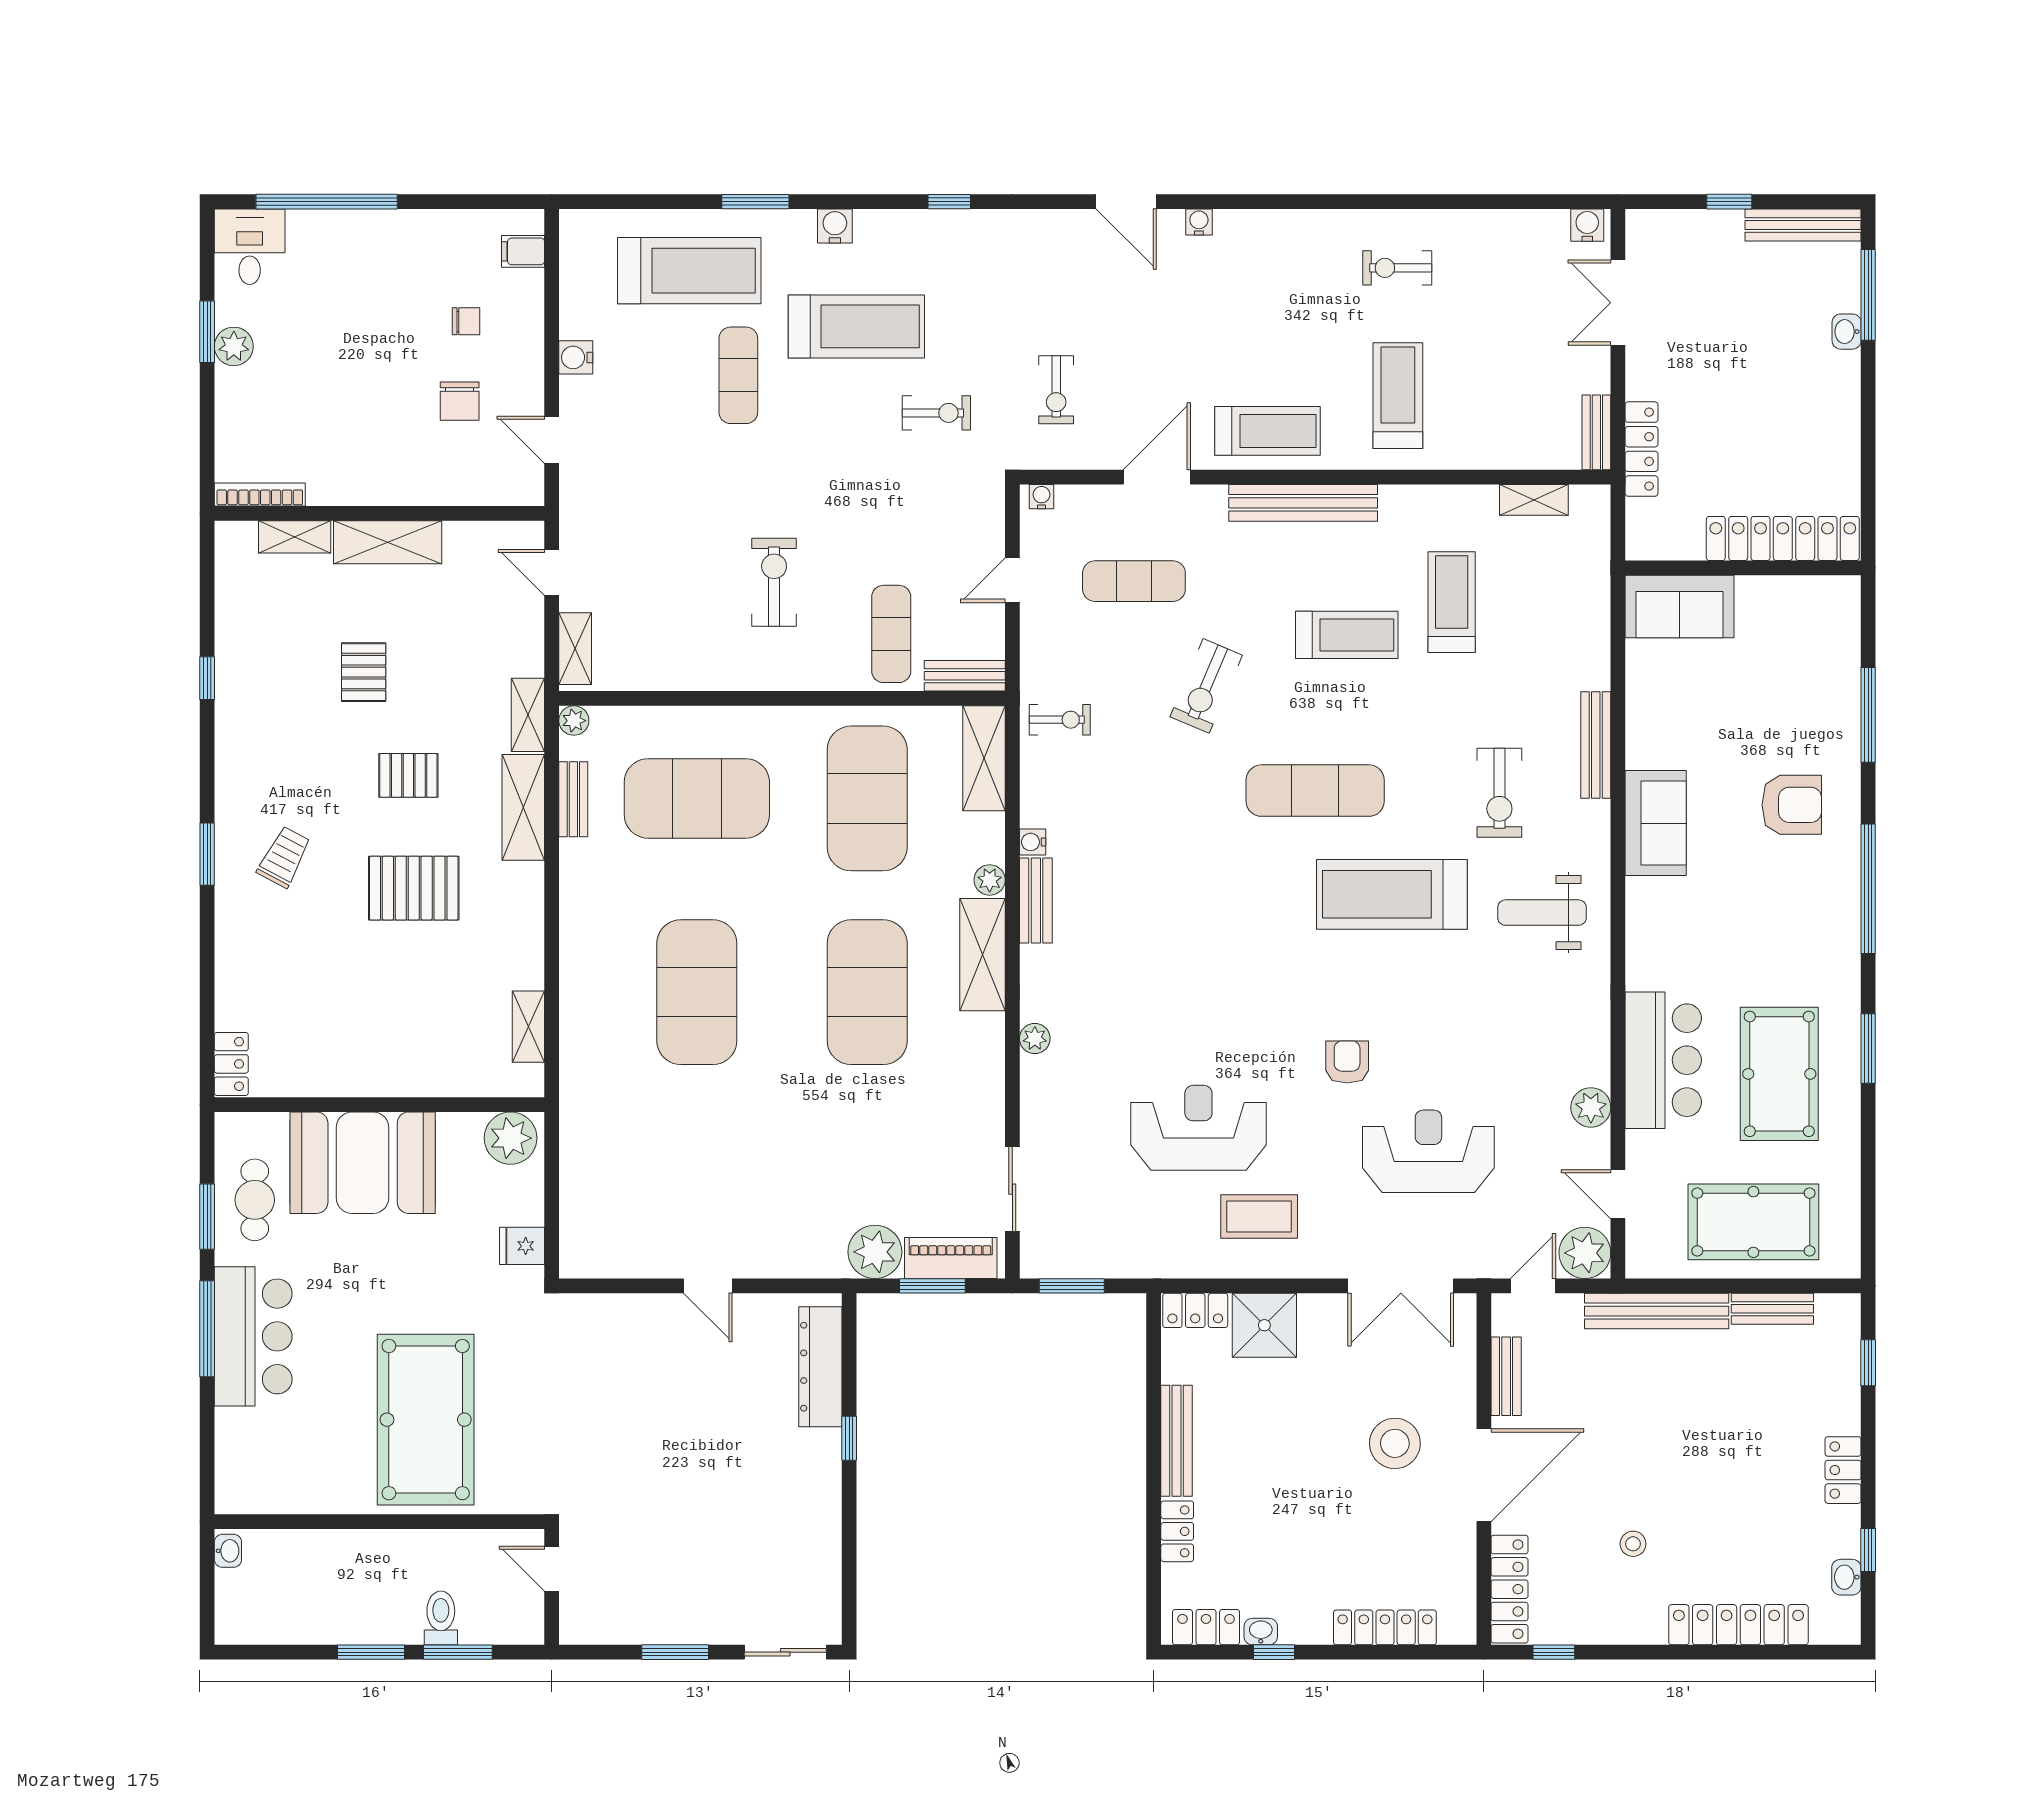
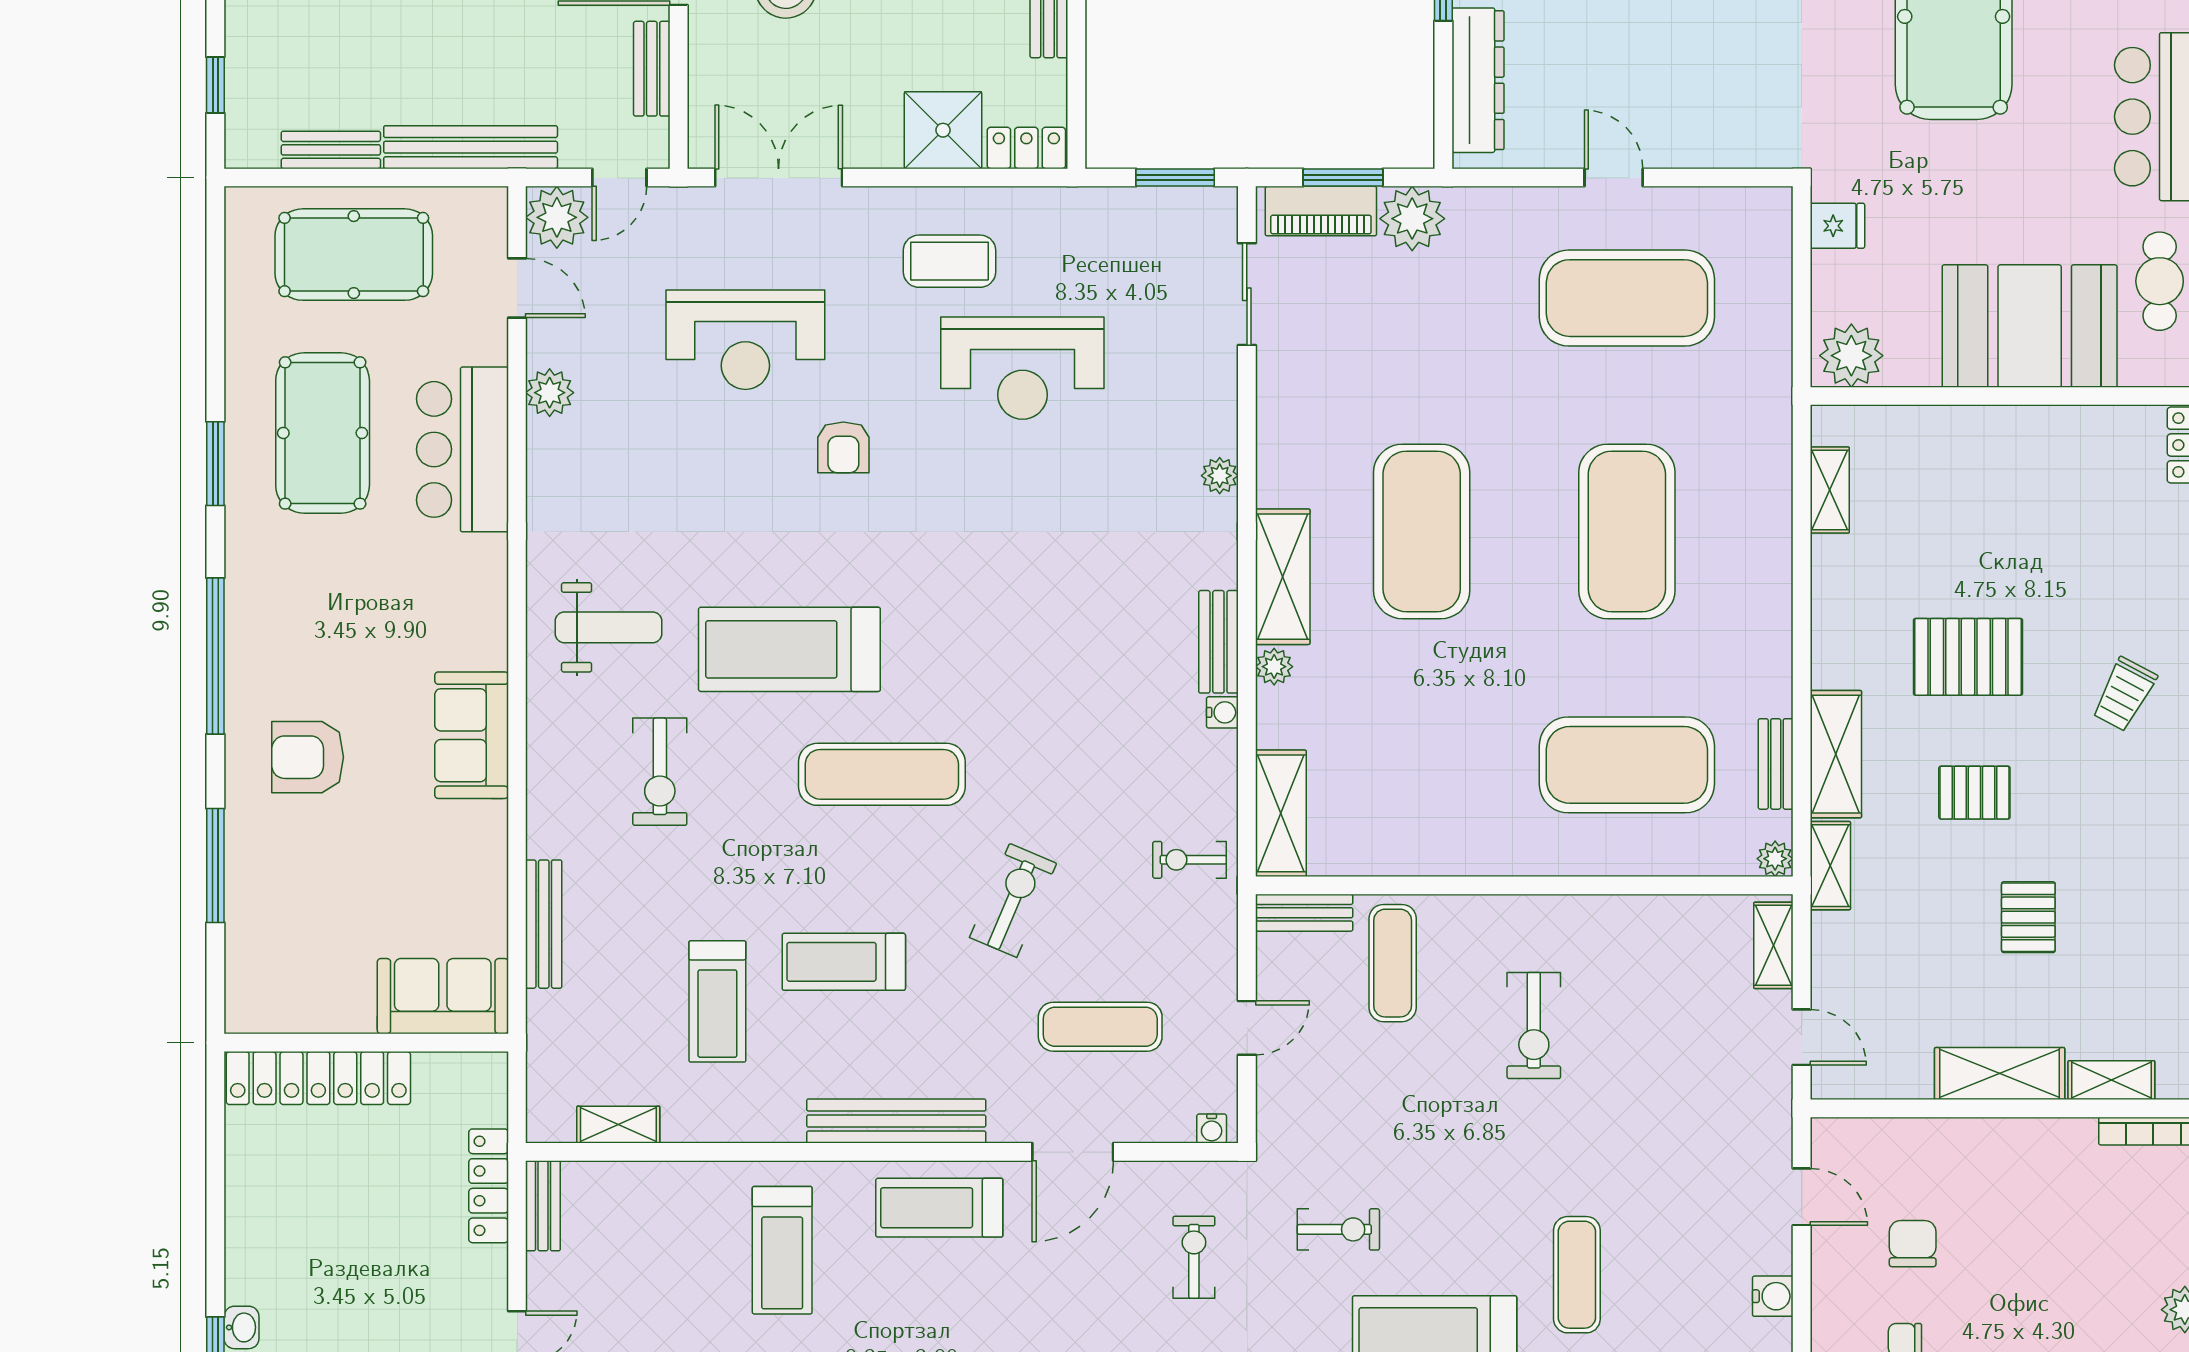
exercise bike: (936, 413) -> (1338, 1229), turned 180
bench: (1596, 745) -> (544, 924), moved
exercise bike: (1499, 793) -> (660, 772), turned 180
exercise mat: (867, 798) -> (1627, 298), moved, turned 90
treadmill: (1392, 894) -> (789, 649), turned 180

